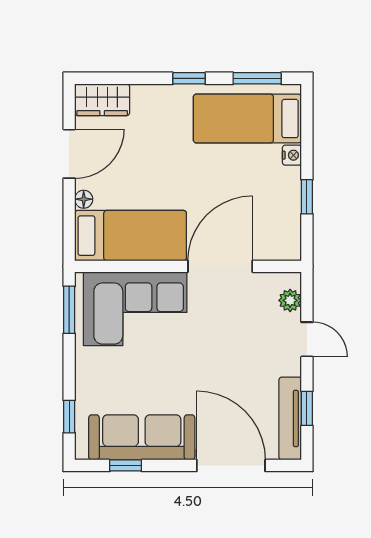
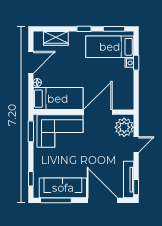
wardrobe: (102, 100) -> (56, 38), moved
window: (307, 197) -> (136, 63), moved
plant: (290, 300) -> (124, 127), width x1.87, depth x1.87
door: (307, 339) -> (136, 145), hinge flipped
window: (307, 408) -> (136, 187), moved
window: (126, 465) -> (56, 200), width x2.17

